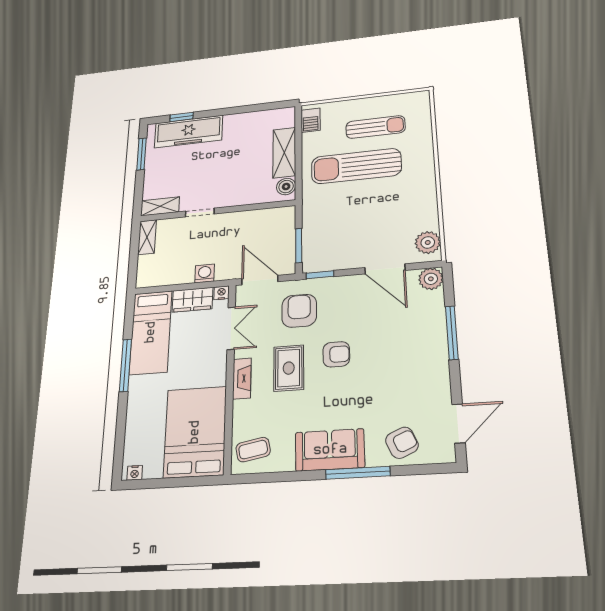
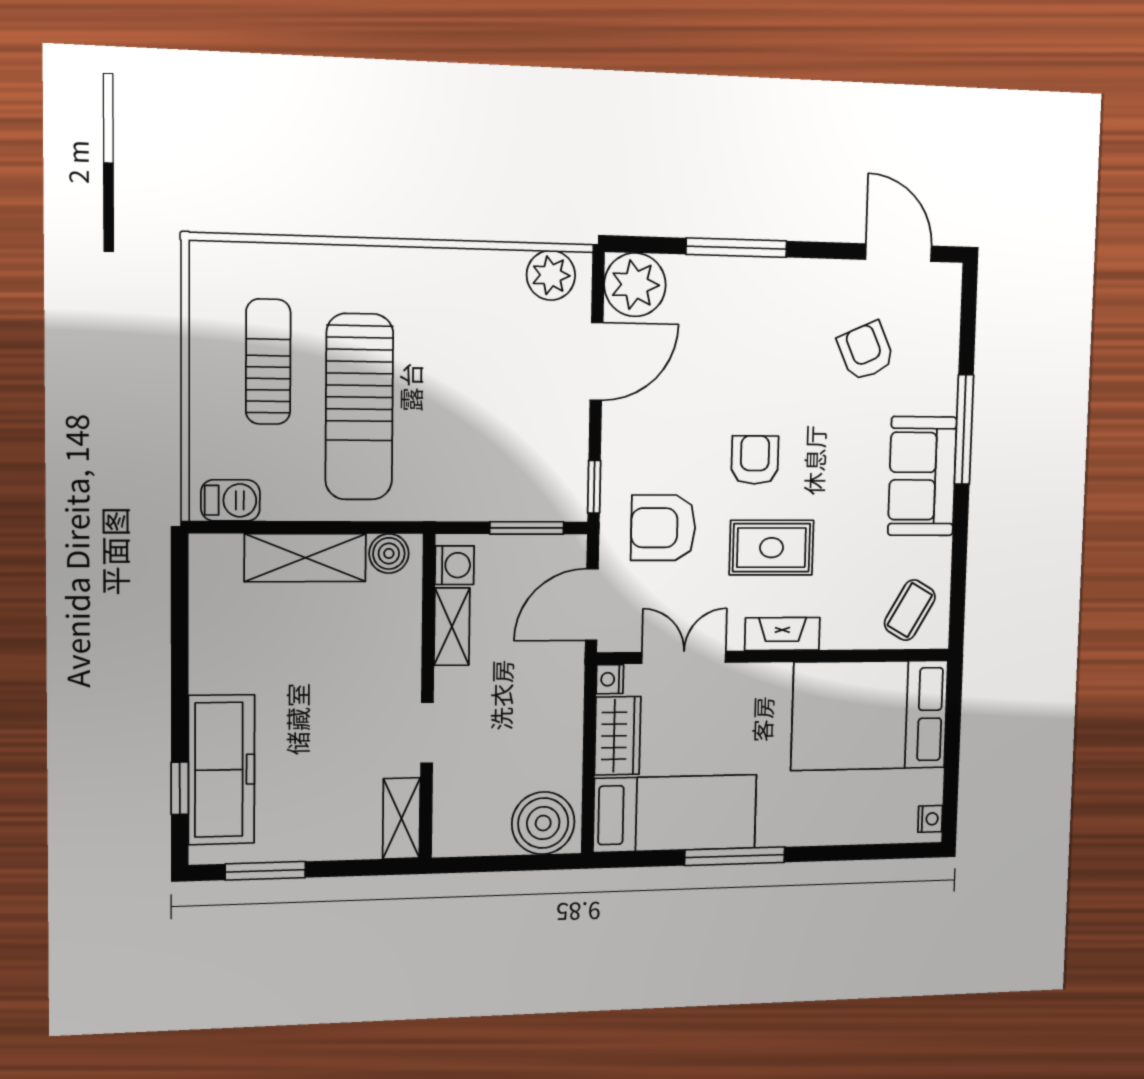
shelving: (147, 237) -> (452, 627), moved, turned 90
boiler: (152, 269) -> (543, 823), added
washing machine: (205, 273) -> (455, 565), moved, turned 180
plant: (431, 279) -> (635, 285), width x1.36, depth x1.36
armchair: (402, 443) -> (866, 351), moved
coffee table: (253, 450) -> (910, 610), turned 41

